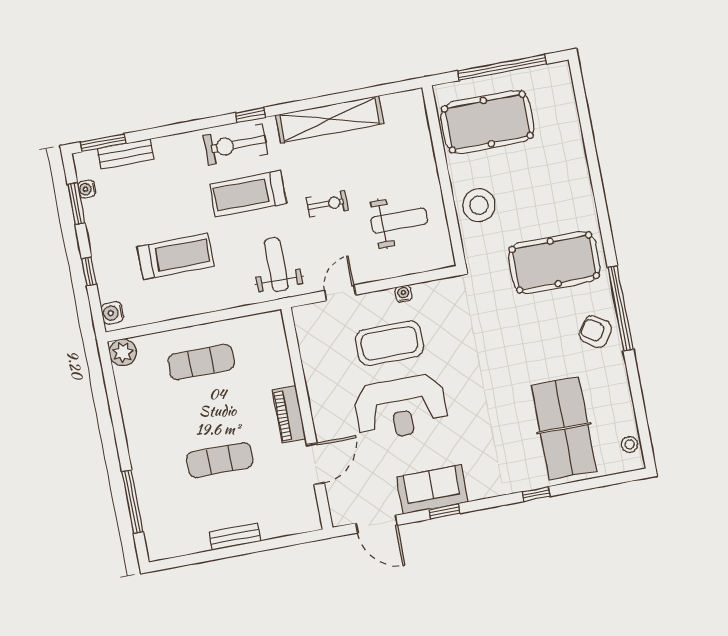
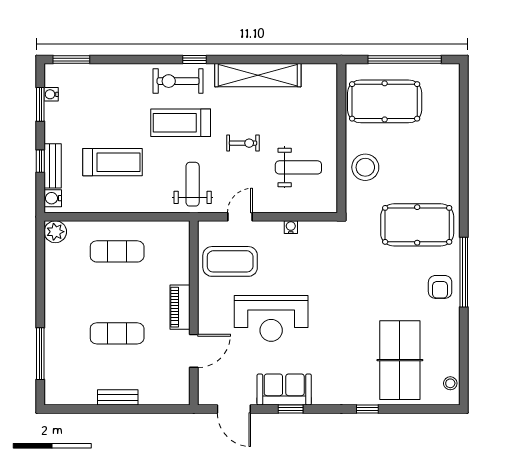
bench: (126, 154) -> (53, 166), moved, turned 90
armchair: (596, 332) -> (440, 287), turned -124
coffee table: (389, 343) -> (230, 261), moved

